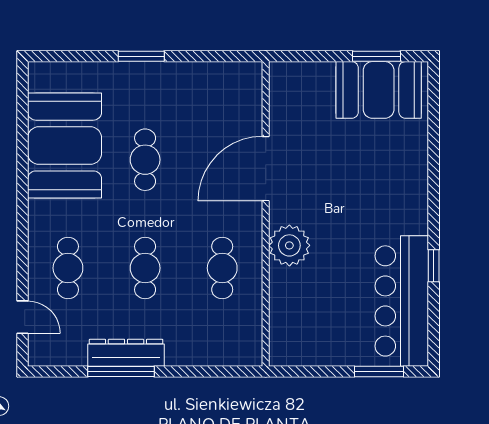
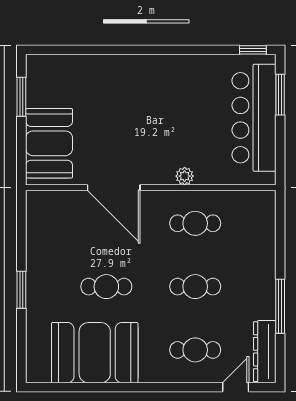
booth: (379, 90) -> (49, 143), moved
plant: (289, 245) -> (185, 176), width x0.53, depth x0.53
window: (434, 266) -> (253, 50), moved
bar counter: (402, 301) -> (254, 118), moved, turned 90
dresser: (126, 353) -> (265, 352), moved

